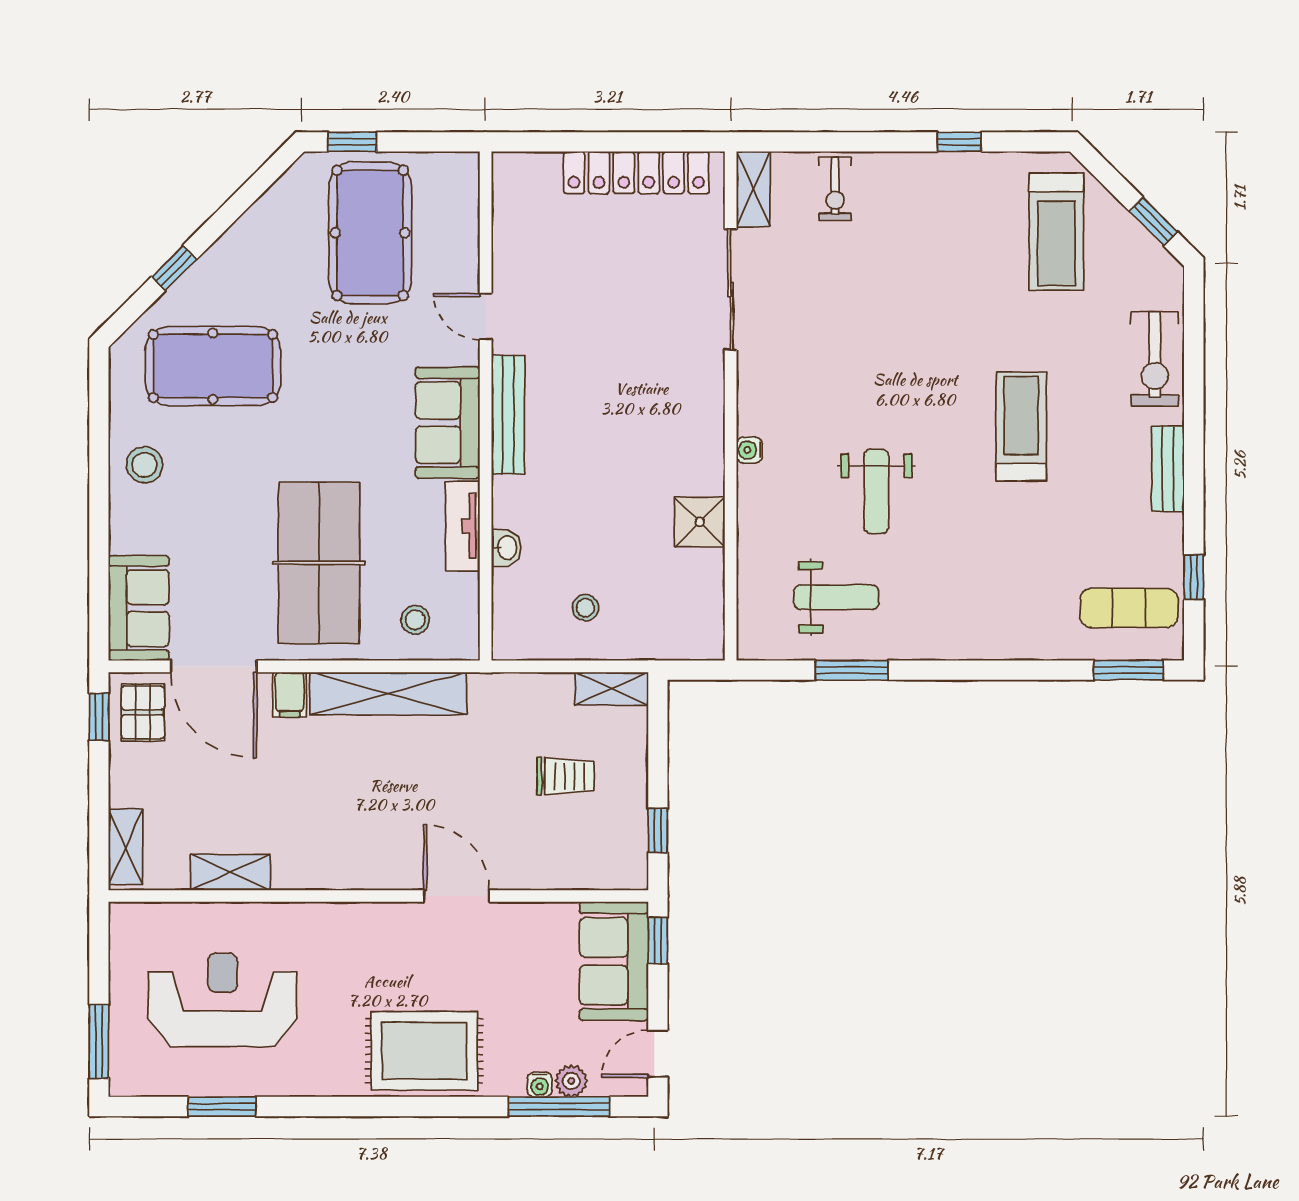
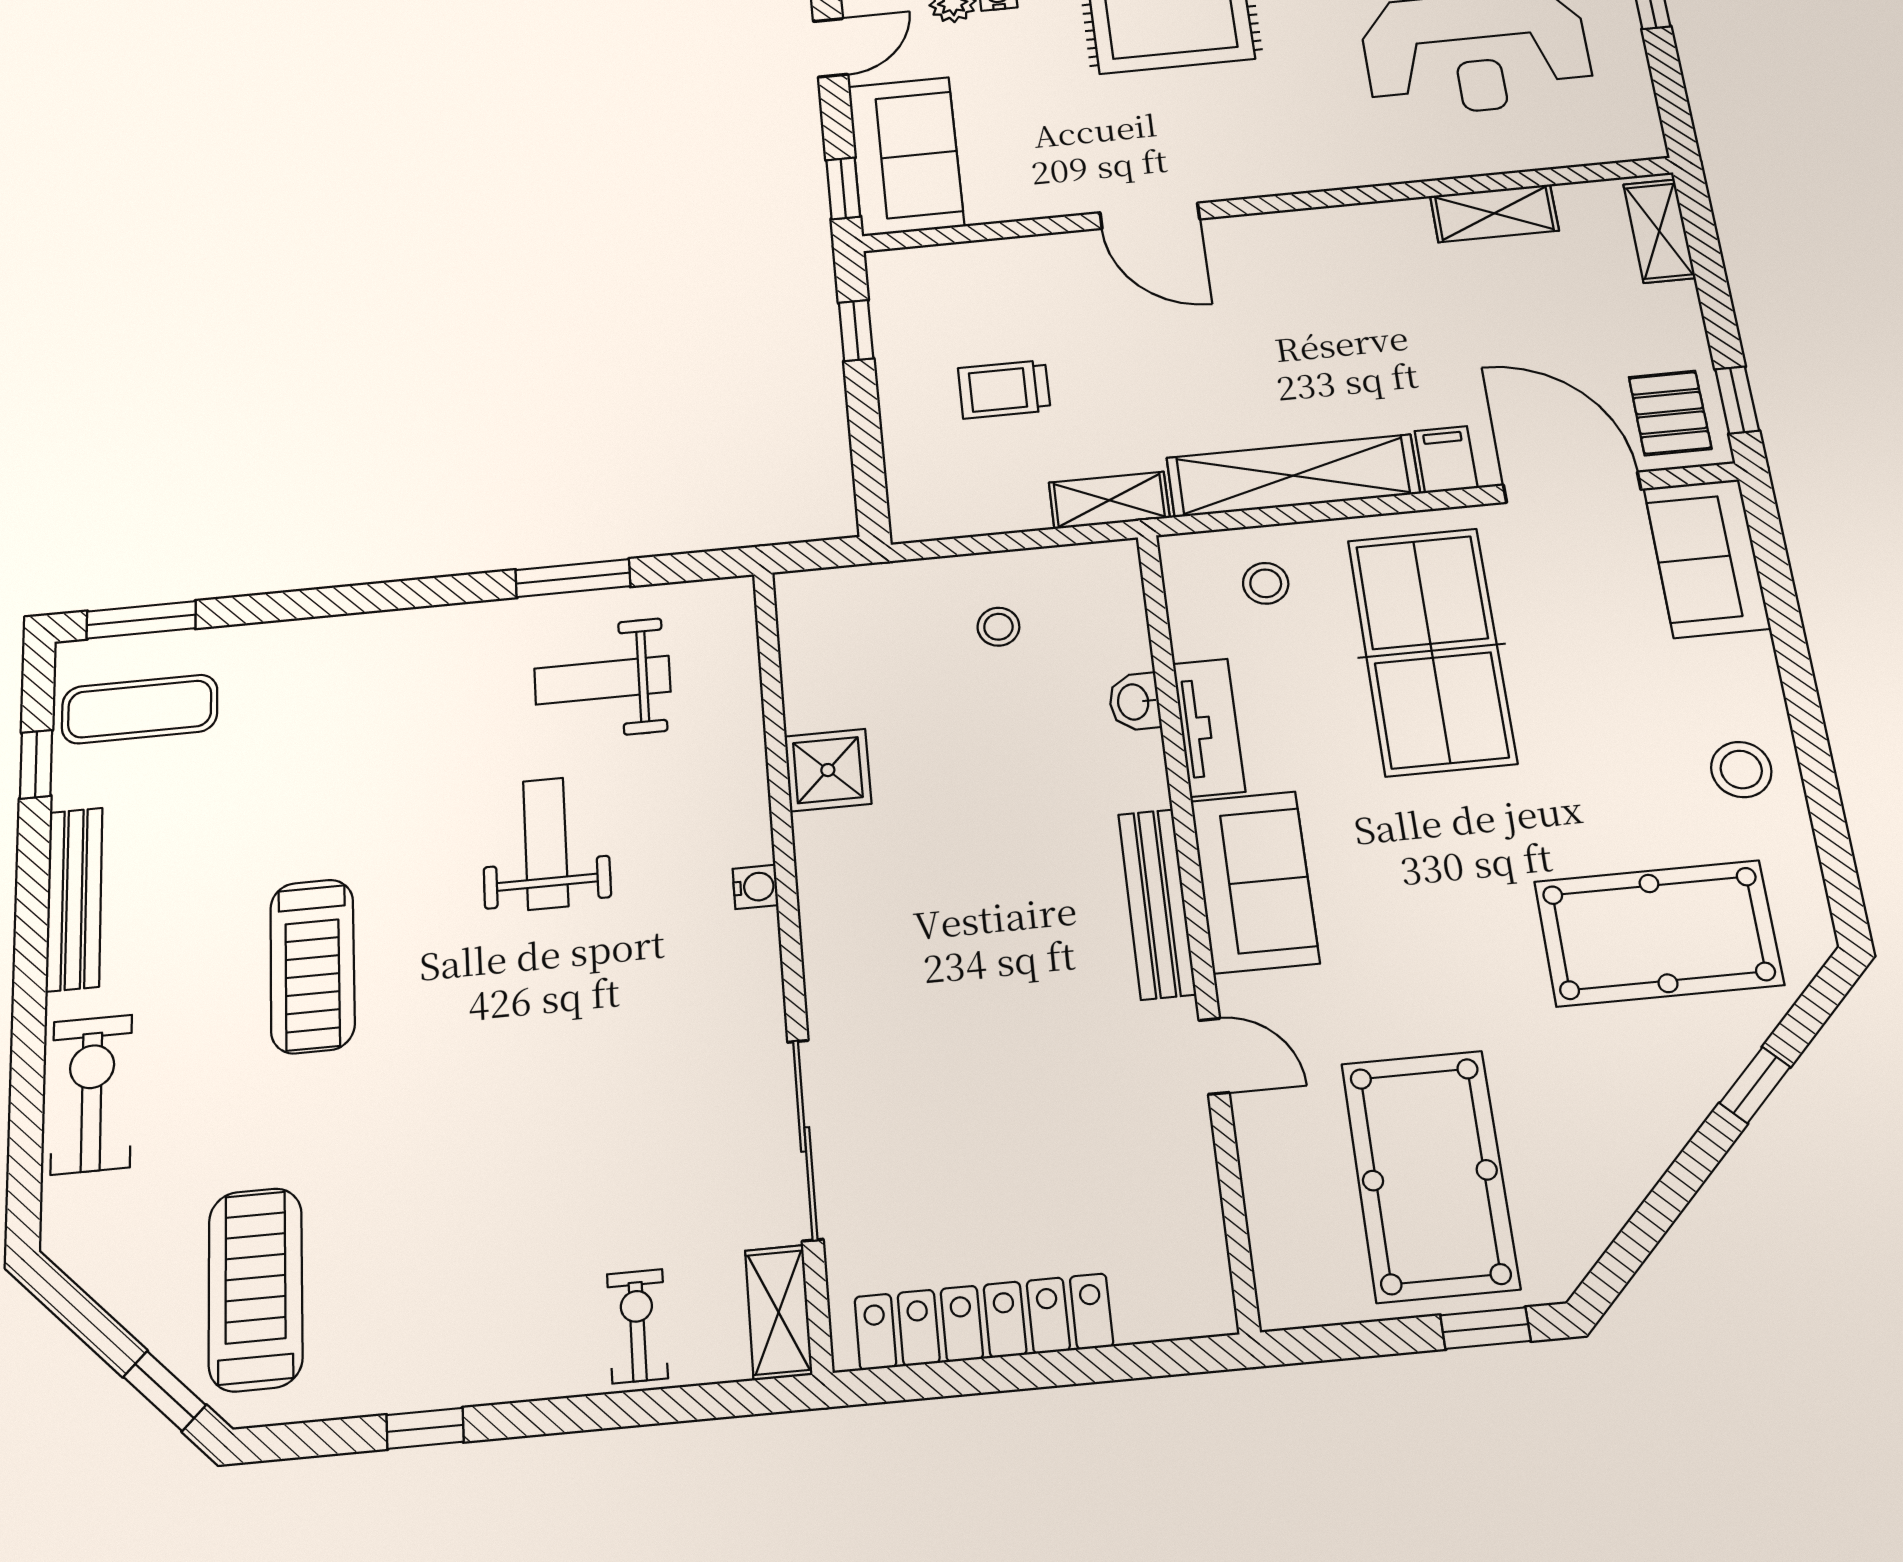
window: (1153, 221) -> (165, 1391), moved
bench: (1168, 469) -> (74, 899), width x1.36
shelving: (611, 689) -> (1109, 500), moved

